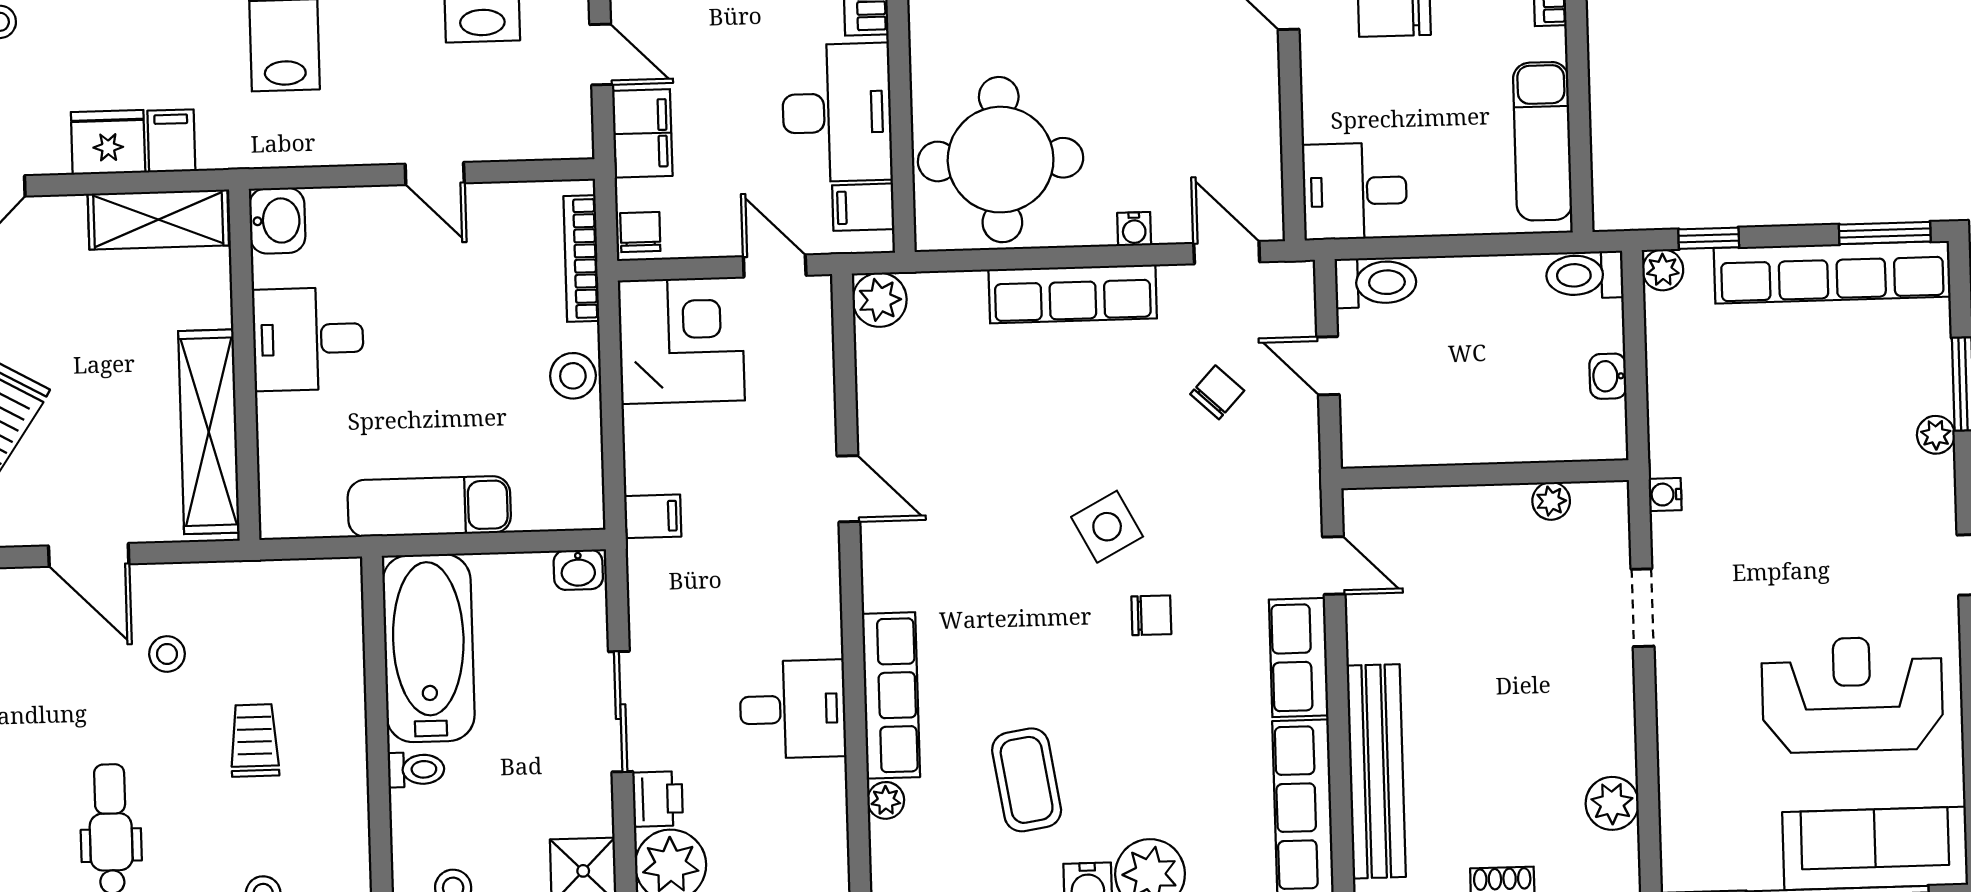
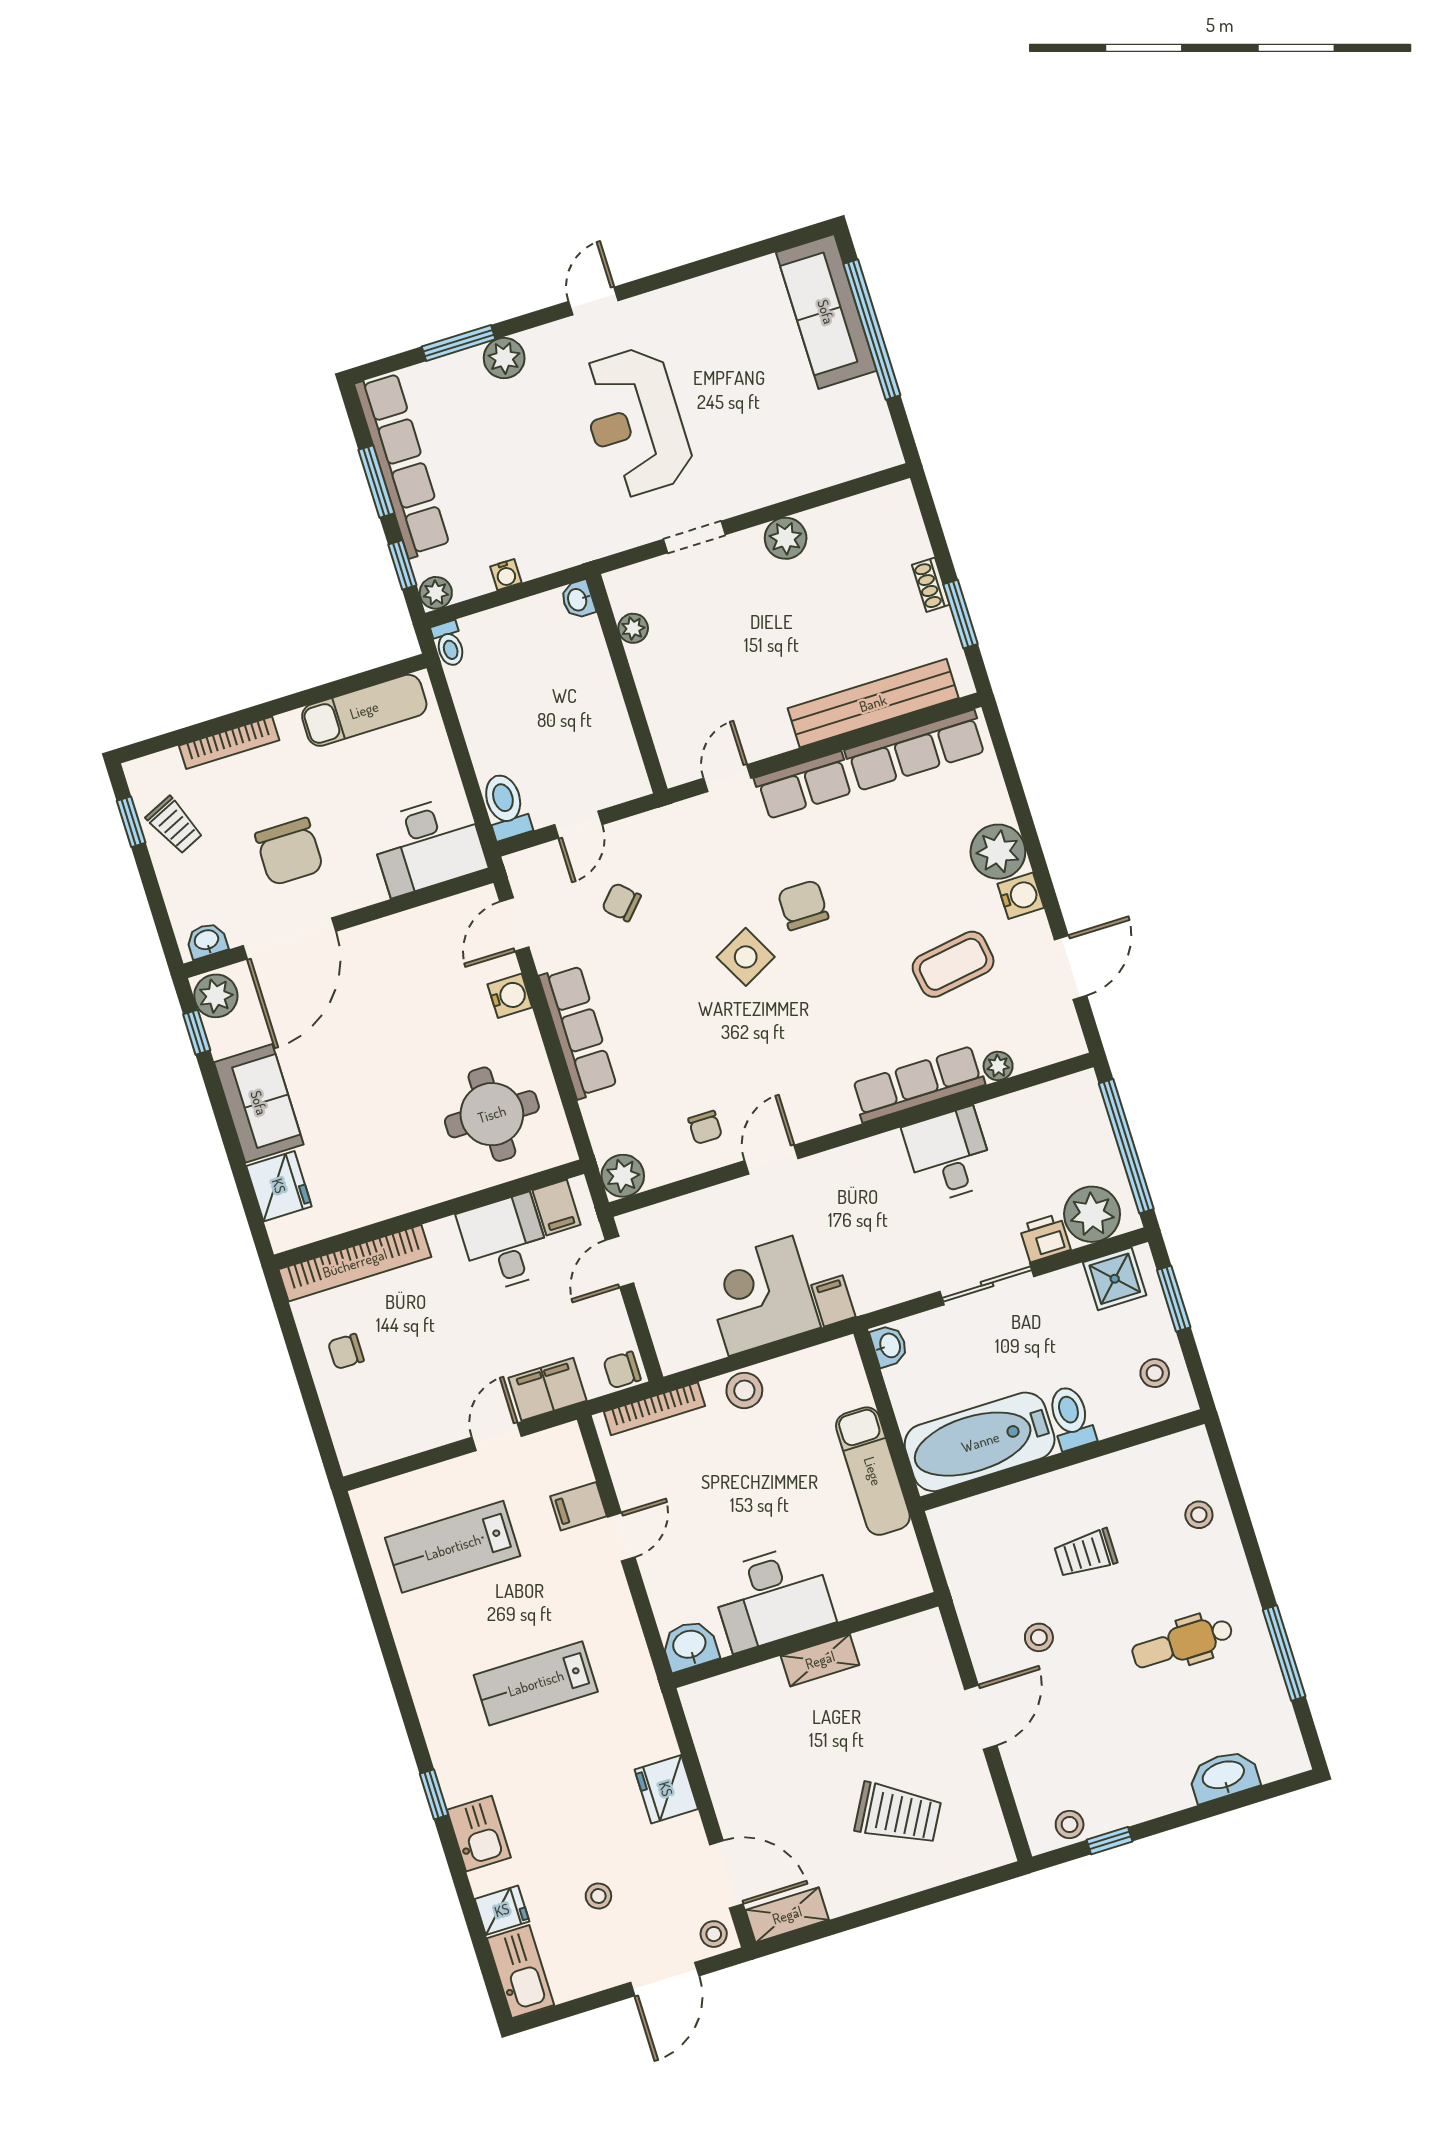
desk: (837, 113) -> (505, 1243), width x0.73
filing cabinet: (171, 141) -> (578, 1506), moved
round table: (1001, 160) -> (492, 1114), width x0.73, depth x0.73
desk: (1355, 191) -> (428, 845), width x1.37
shelving: (158, 220) -> (714, 1735), removed
water cooler: (1134, 229) -> (510, 996), width x1.38, depth x1.38
window: (1885, 233) -> (376, 481), moved
toilet: (1585, 275) -> (449, 644), width x0.73, depth x0.72
desk: (308, 339) -> (772, 1597), width x1.37
corner desk: (681, 340) -> (761, 1296), moved
washbasin: (1608, 376) -> (578, 600), moved, turned 90
chair: (911, 418) -> (705, 1127), added
shelving: (209, 432) -> (820, 1660), width x0.45, depth x0.75
plant: (1936, 435) -> (504, 358), width x1.38, depth x1.38
water cooler: (1665, 494) -> (506, 575), moved
chair: (1151, 615) -> (803, 905), width x1.37, depth x1.37
reception desk: (1852, 695) -> (635, 422), moved
toilet: (416, 770) -> (1071, 1418), width x1.37, depth x1.39
plant: (1612, 803) -> (786, 538), moved

